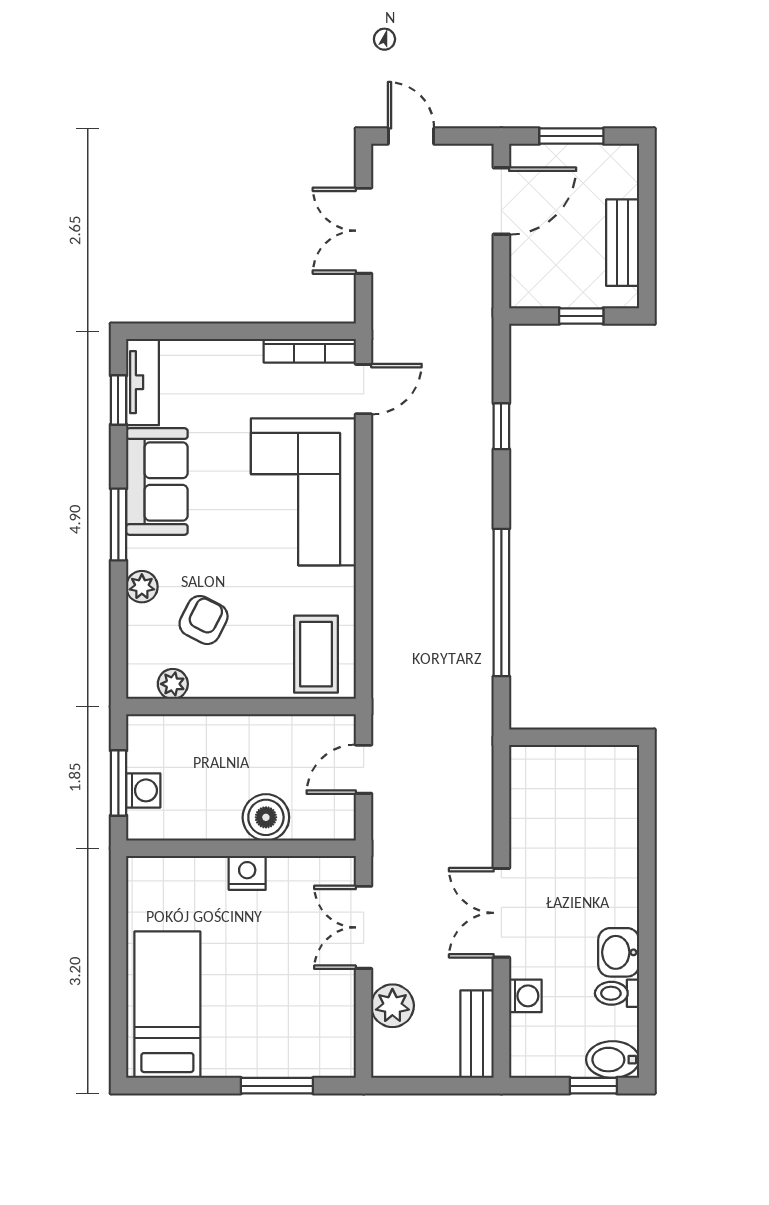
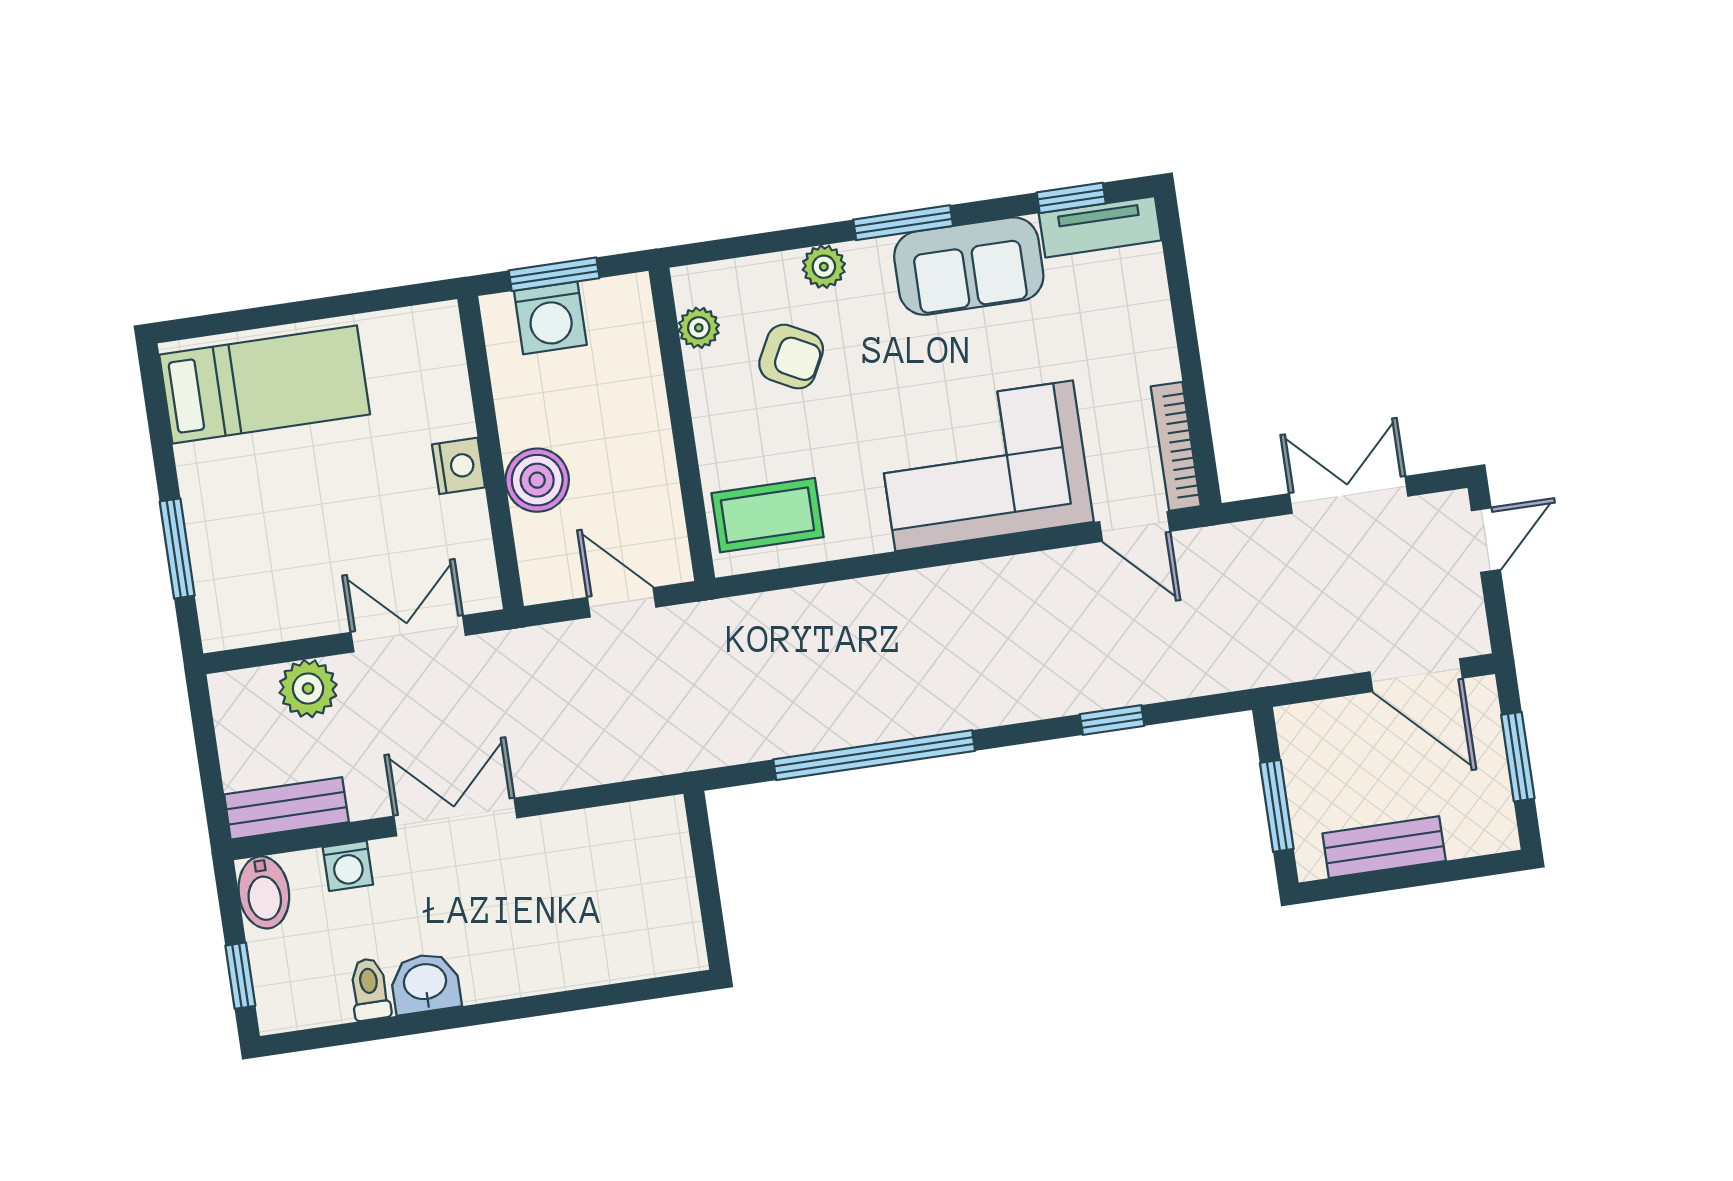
window: (581, 316) -> (1277, 806), width x1.50
washing machine: (143, 790) -> (550, 318), width x1.38, depth x1.38
bidet: (613, 1060) -> (264, 892), moved, turned 180

